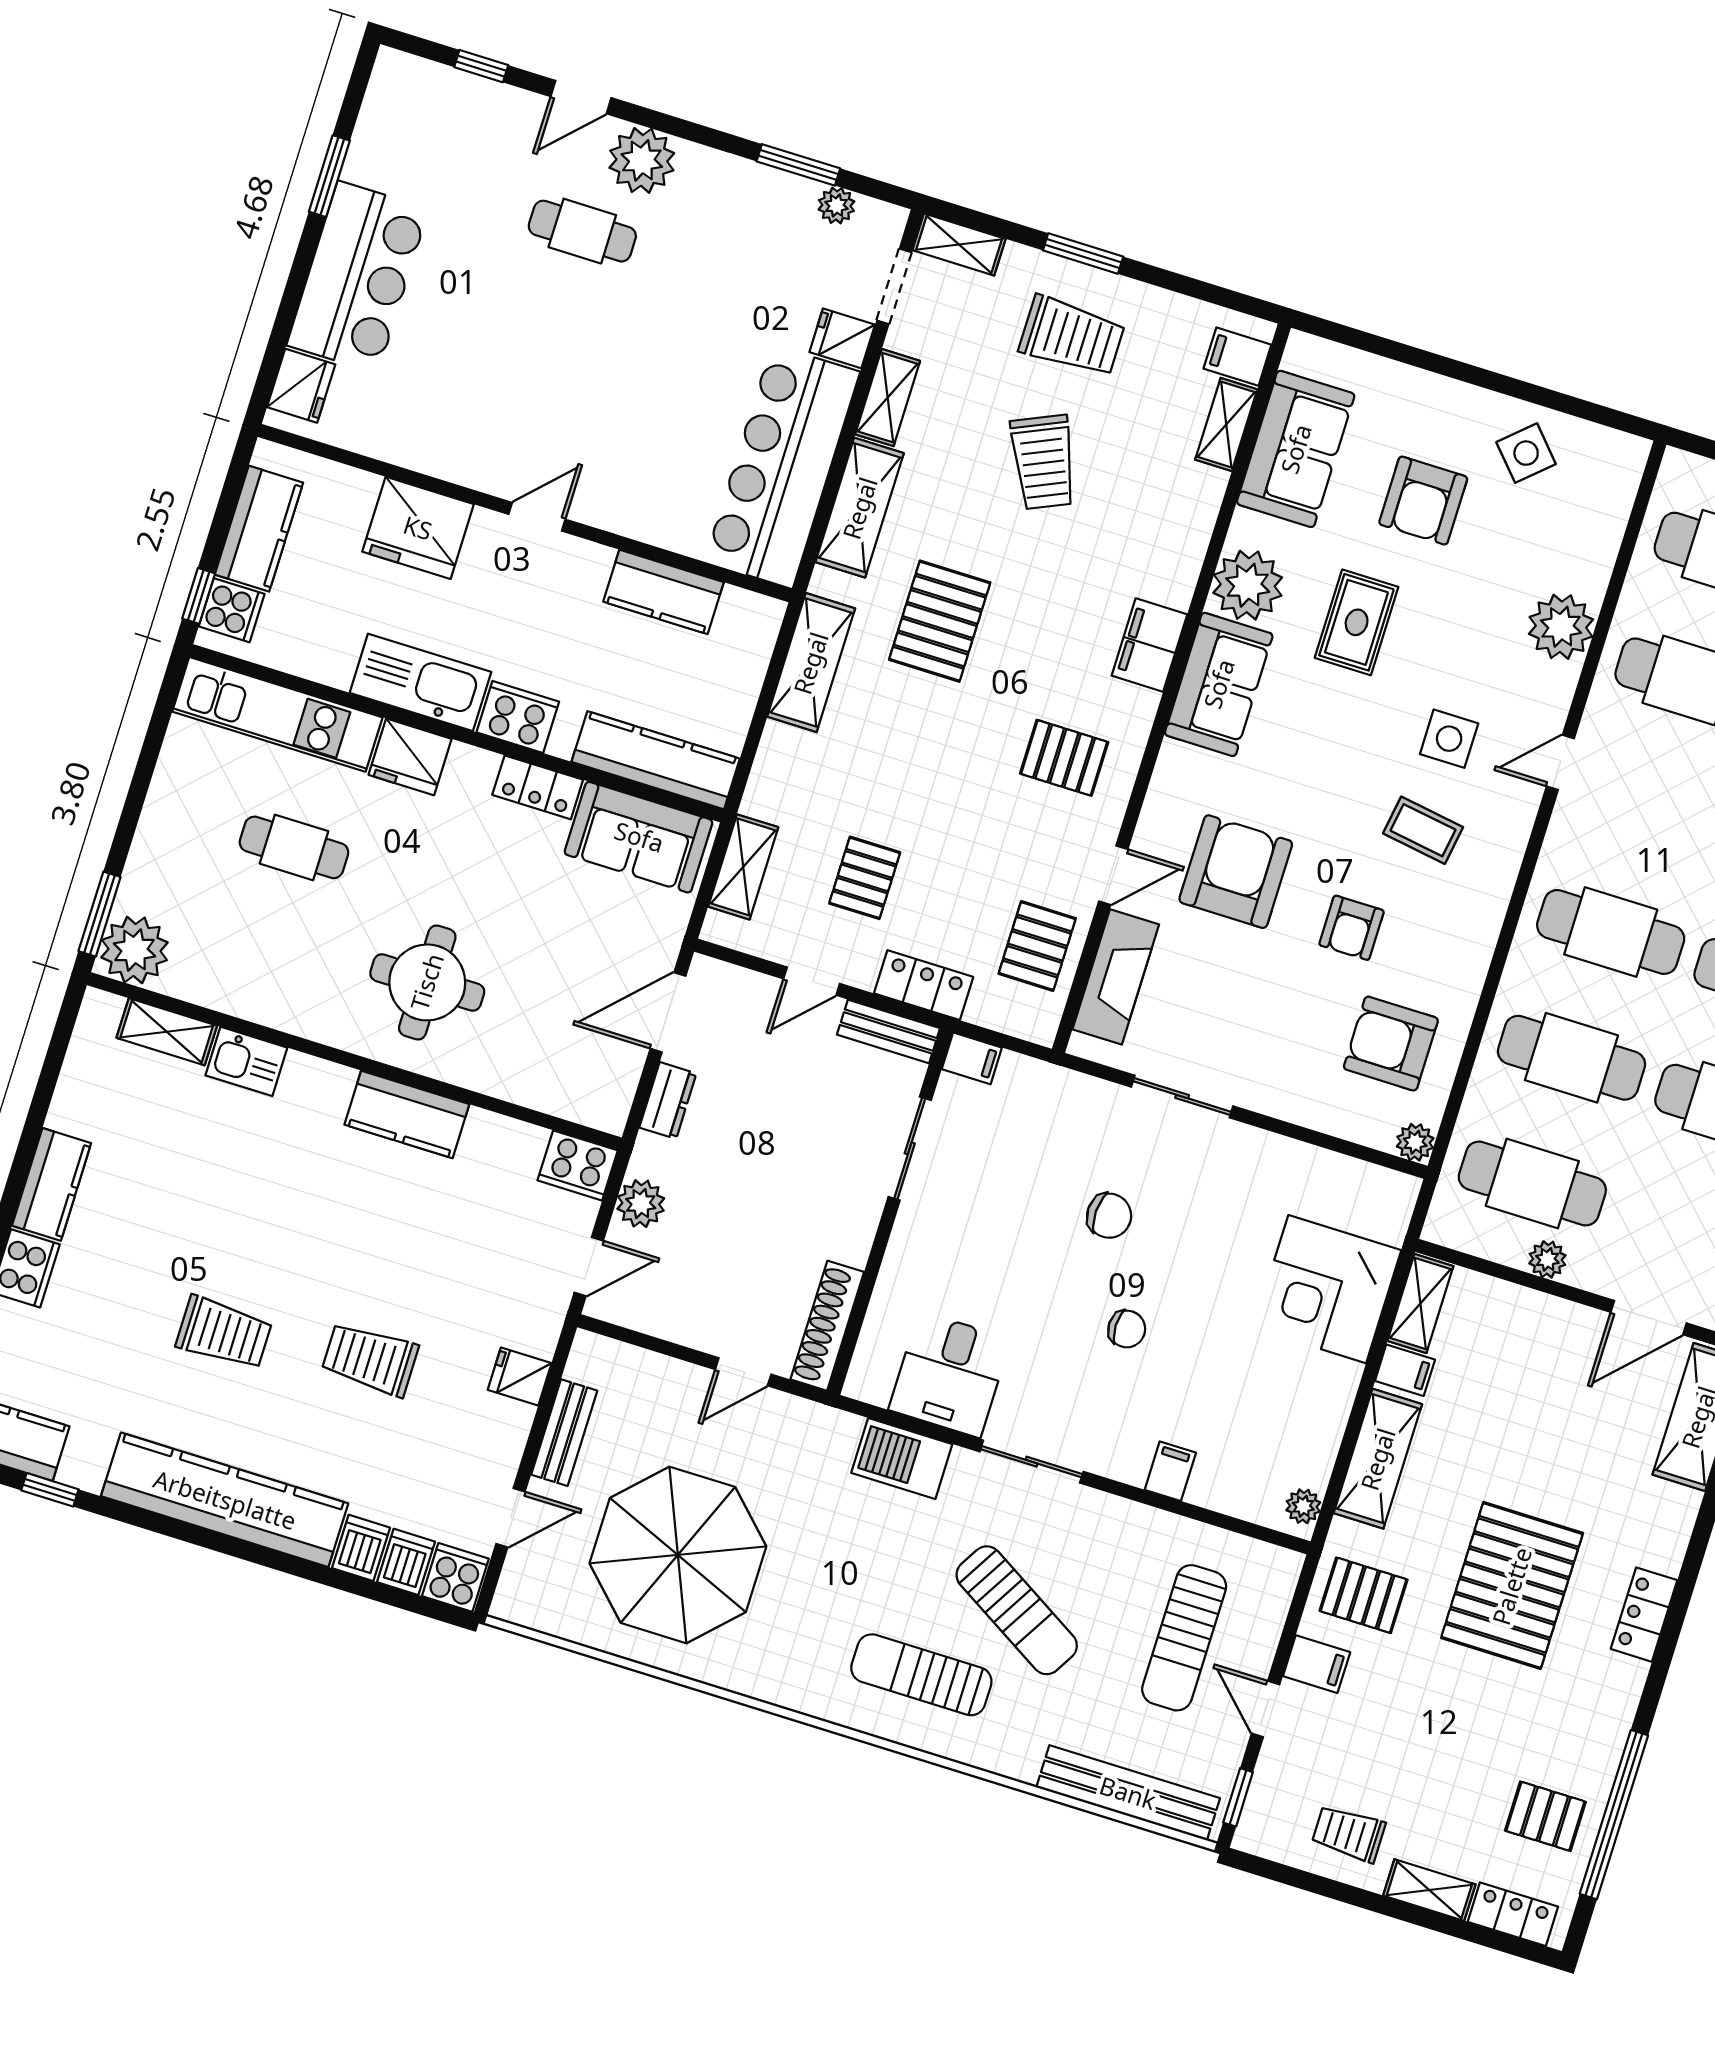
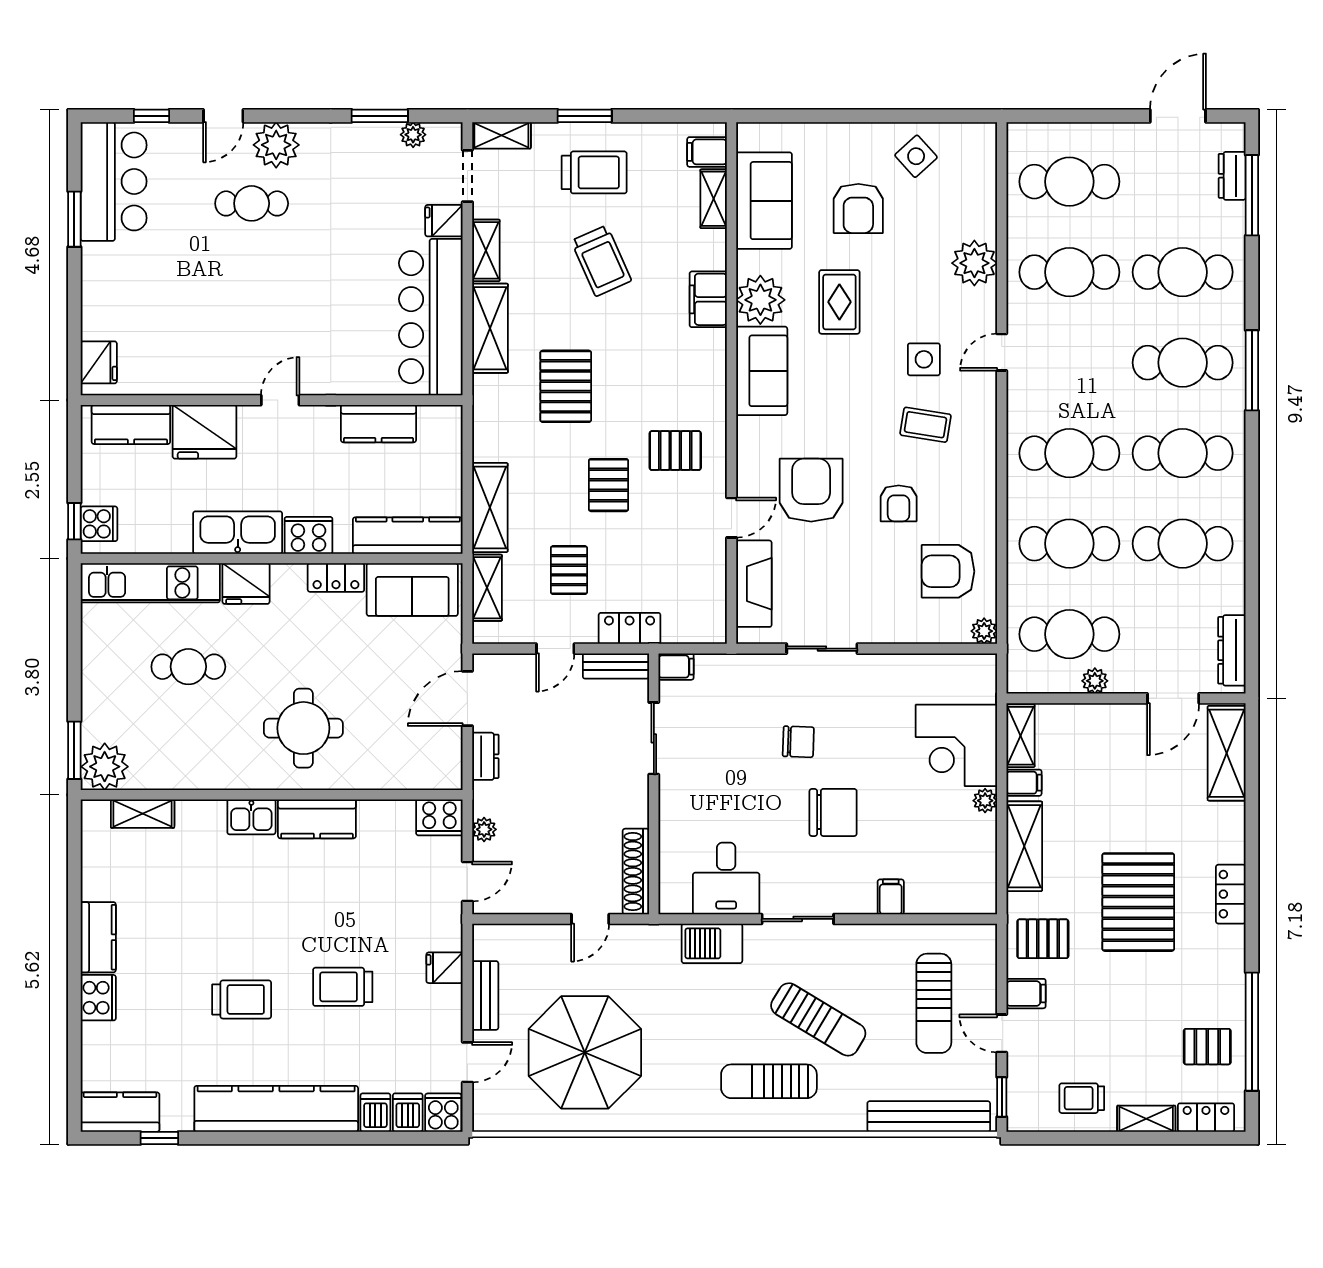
bar counter: (358, 277) -> (114, 181), moved
kitchen counter: (259, 529) -> (131, 424), moved, turned 90
filing cabinet: (1149, 645) -> (708, 299), moved
shelving: (811, 663) -> (490, 507), moved
pallet: (1037, 946) -> (608, 485), moved
kitchen sink: (246, 1061) -> (251, 817), moved
plant: (641, 1204) -> (484, 829), width x0.73, depth x0.73
chair: (1127, 1329) -> (833, 812), width x1.87, depth x1.87
plant: (1303, 1506) -> (985, 801), moved

